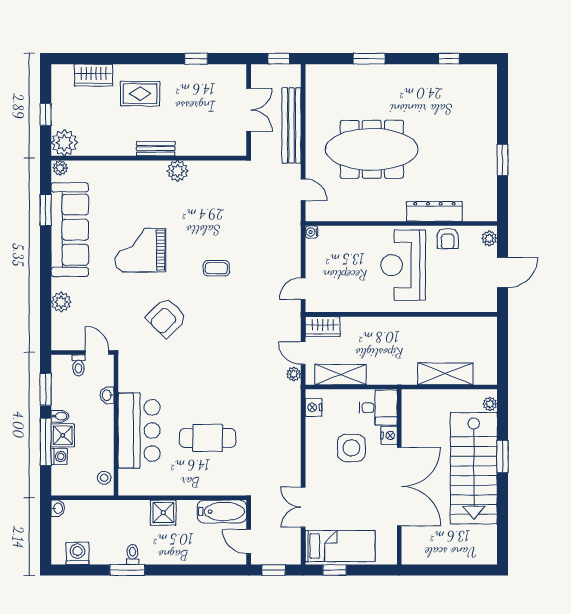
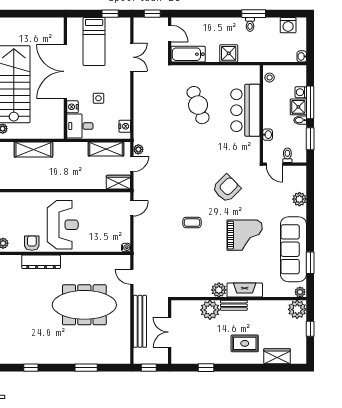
plant: (190, 142) -> (210, 310), added
fireplace: (140, 171) -> (245, 290), added
door: (303, 353) -> (132, 164), hinge flipped
cafe table: (208, 438) -> (198, 105), turned 71
side table: (351, 448) -> (98, 98), width x0.54, depth x0.54
bed: (340, 546) -> (94, 42), moved, turned -90

